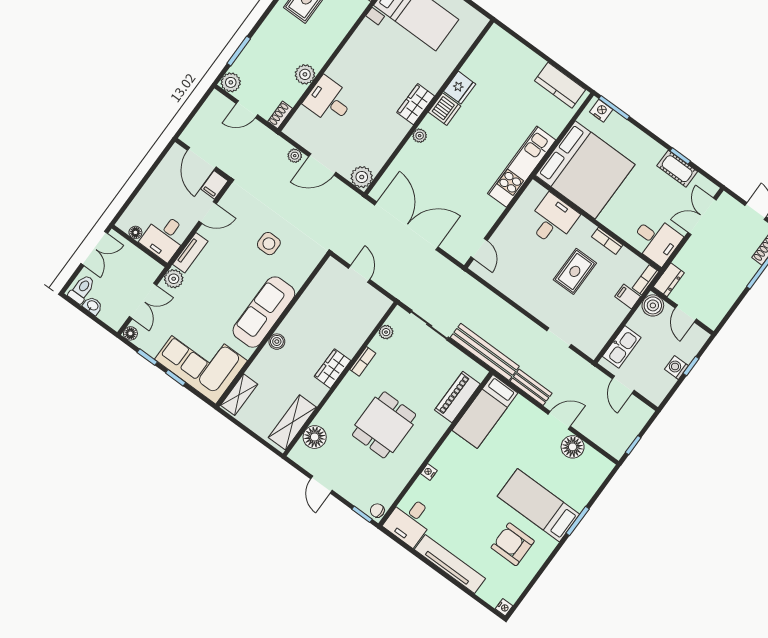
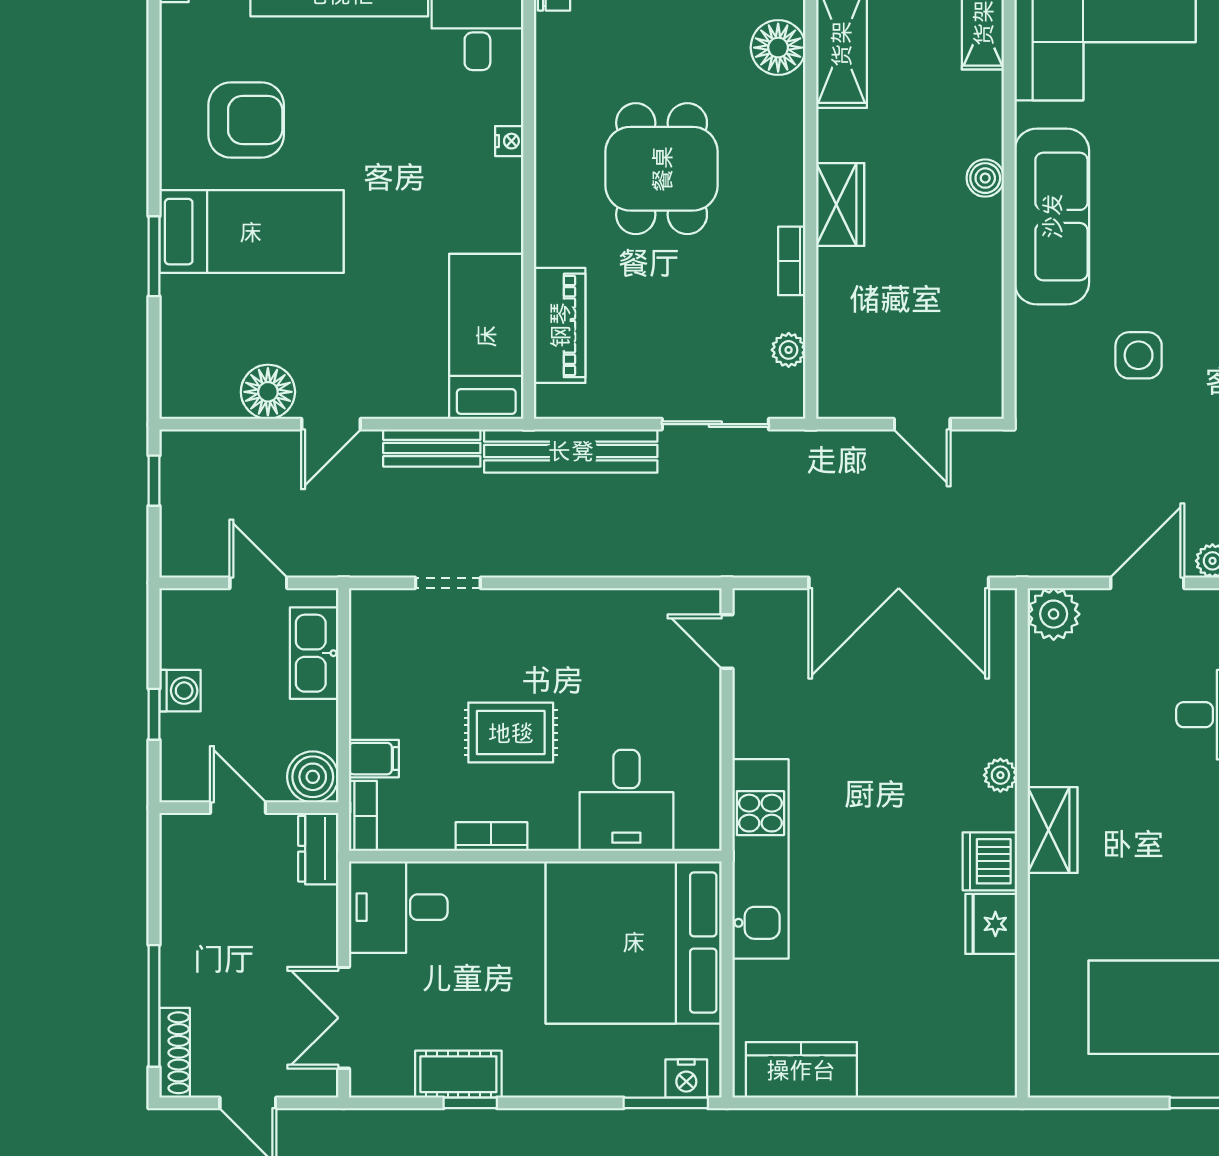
double door: (702, 216) -> (344, 1018), swing flipped
rug: (575, 271) -> (511, 733), turned 90

